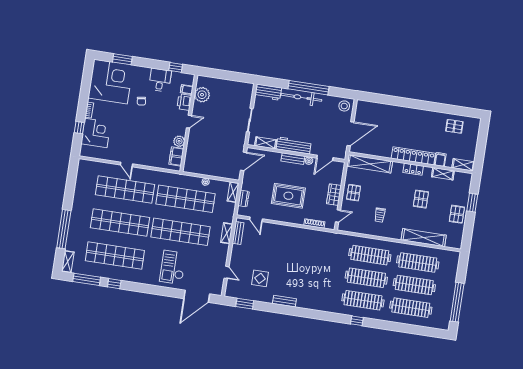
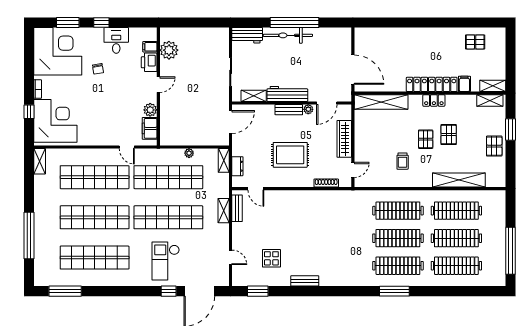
window: (176, 67) -> (101, 22), moved
stool: (344, 106) -> (340, 38), removed
corner desk: (96, 133) -> (55, 121), width x1.36, depth x1.36
door: (350, 134) -> (353, 70), hinge flipped
door: (126, 164) -> (127, 147), moved
shelving: (443, 174) -> (490, 100), moved
pallet: (354, 193) -> (426, 139), moved
wardrobe: (334, 195) -> (344, 139), width x1.50
shelving: (68, 262) -> (40, 161), moved
window: (114, 284) -> (169, 291), moved
window: (357, 321) -> (394, 291), width x2.17

